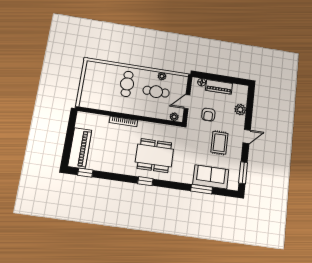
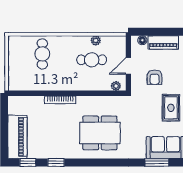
cafe table: (127, 84) -> (42, 54), moved
window: (145, 181) -> (56, 162), moved

